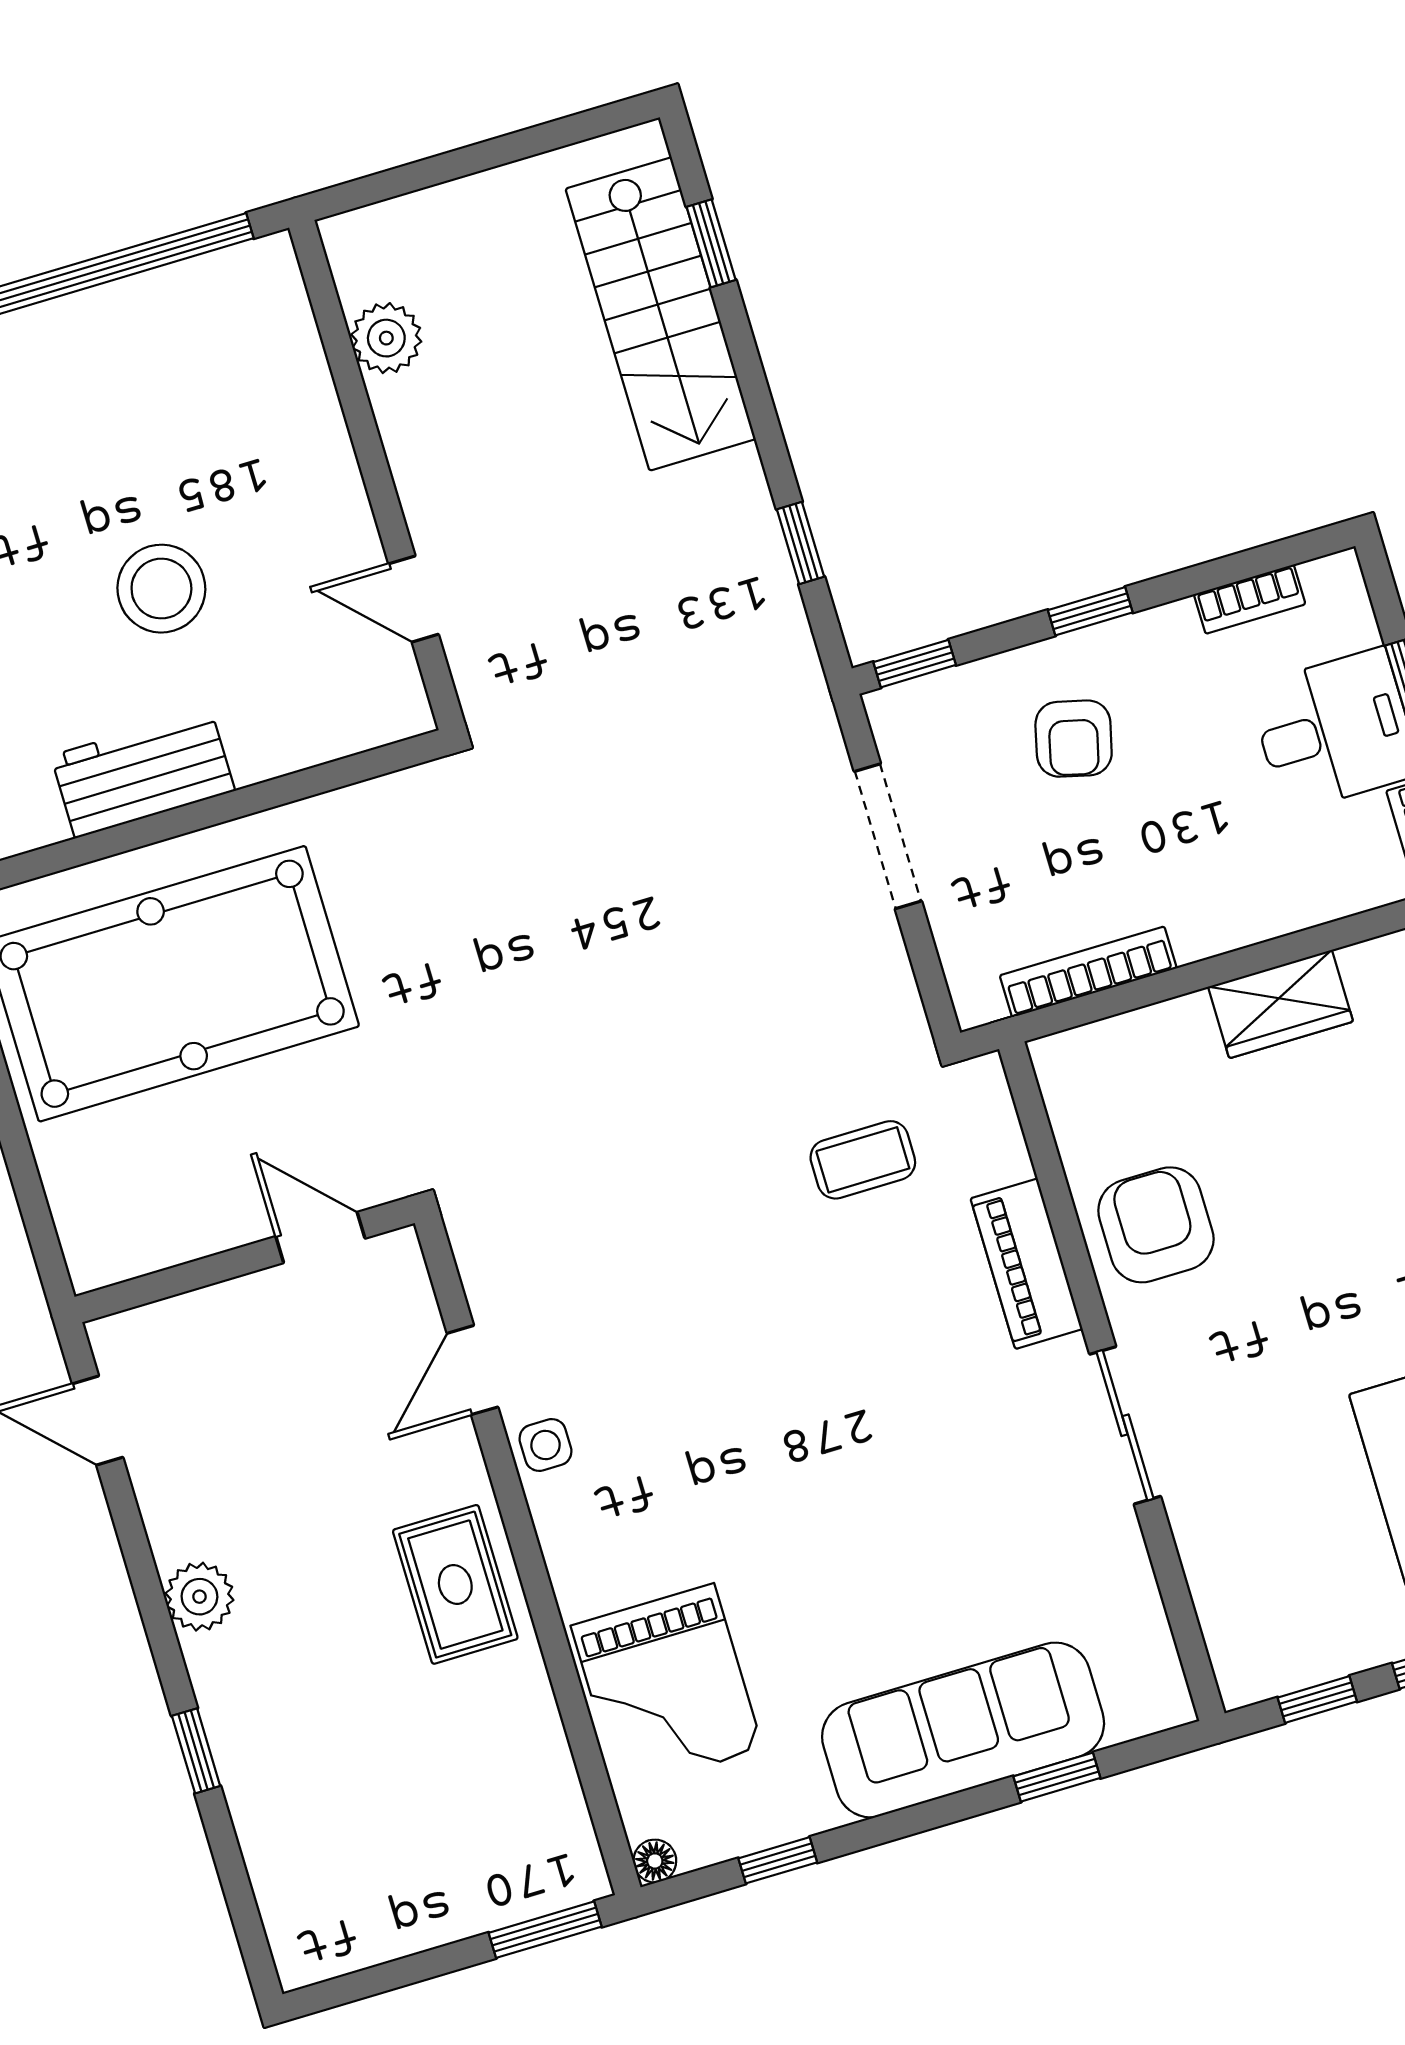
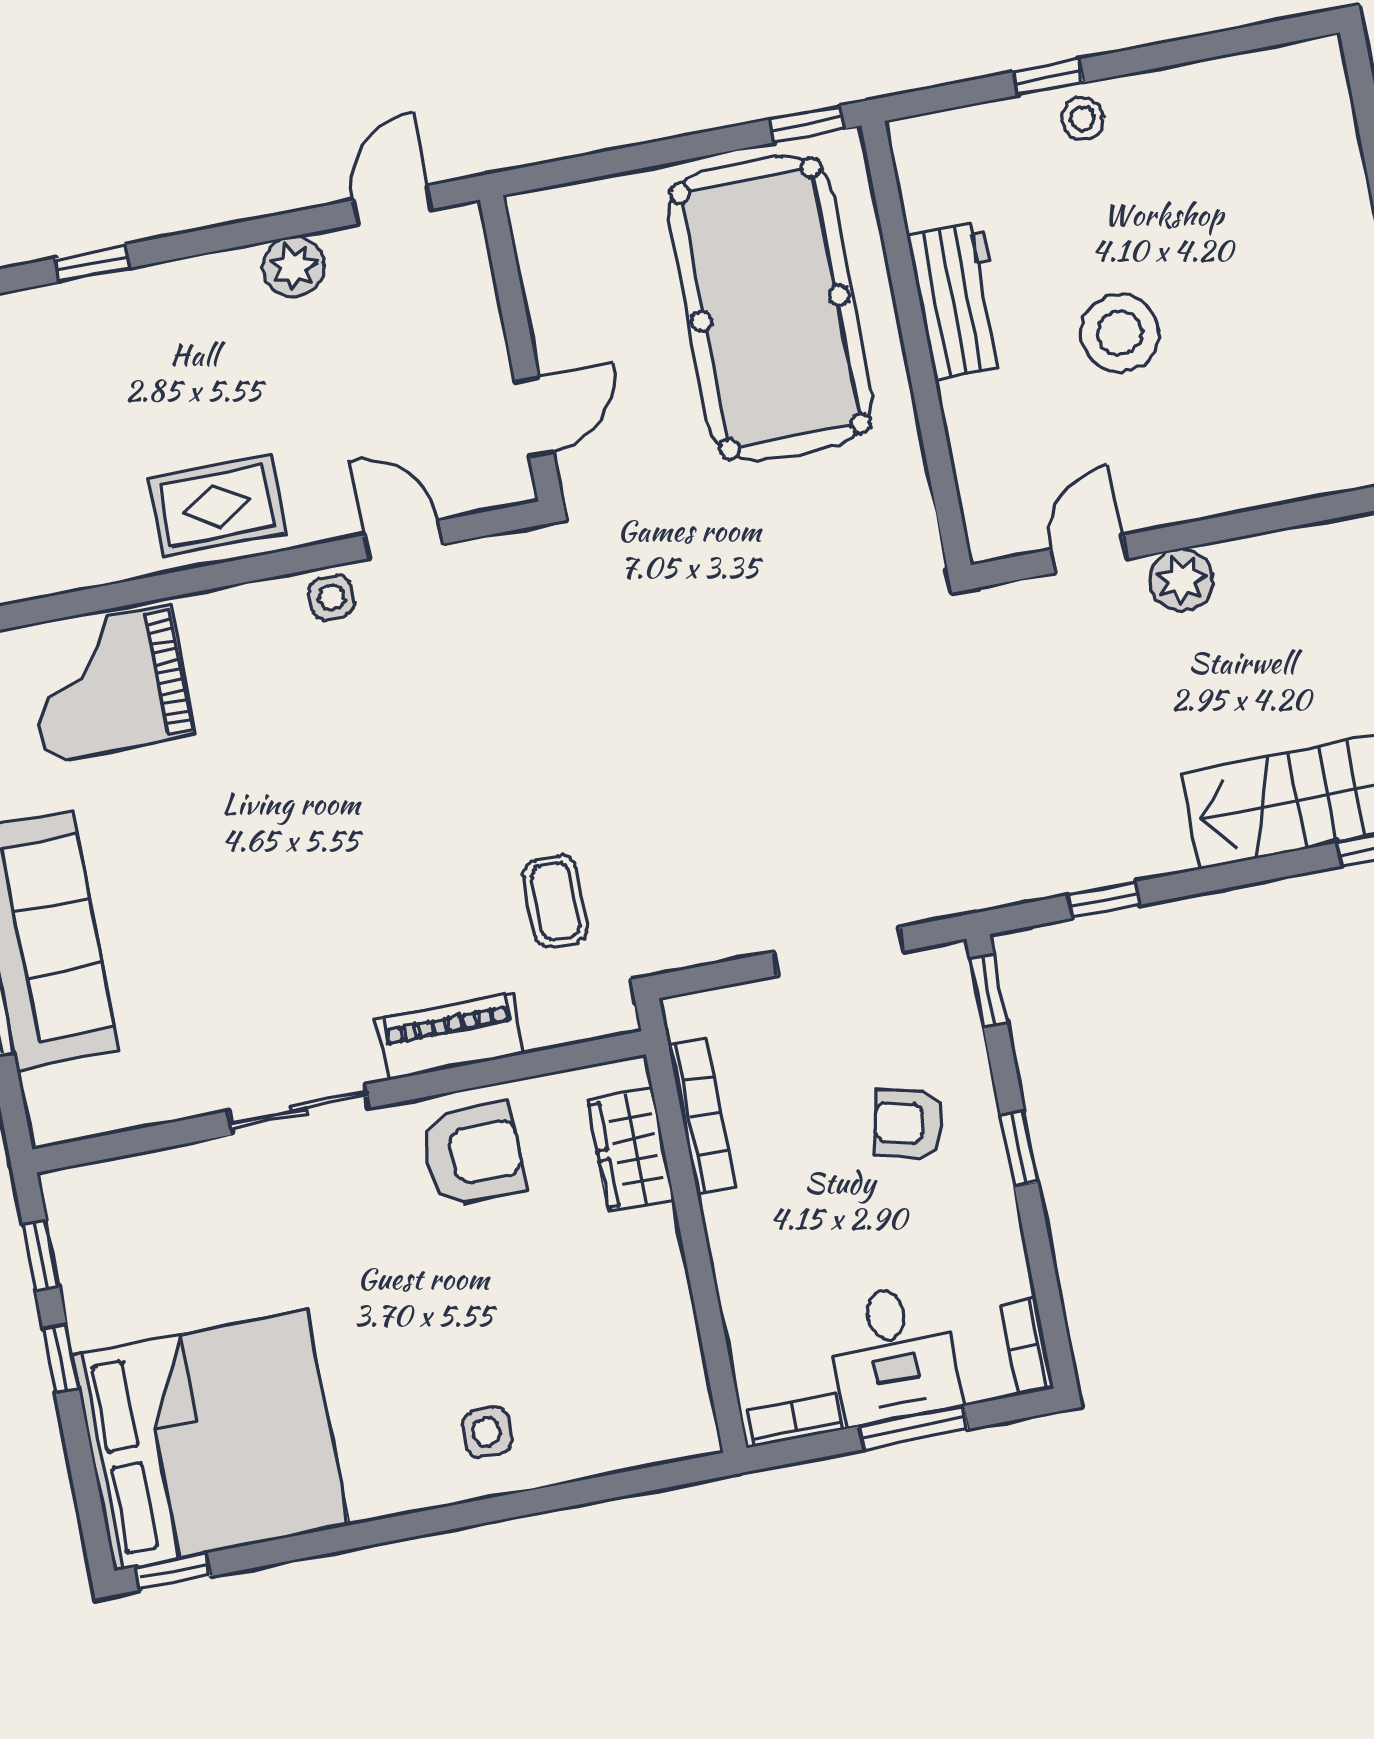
plant: (386, 338) -> (1182, 580), moved
bookcase: (1250, 599) -> (1027, 1347), moved
wardrobe: (1281, 1004) -> (631, 1150), moved
plant: (199, 1597) -> (294, 267), moved

